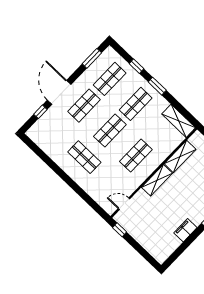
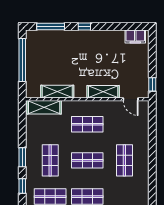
shop shelf: (136, 104) -> (50, 160), turned 90
shelving: (179, 121) -> (44, 107), moved, turned 90
shelving: (157, 180) -> (103, 92), moved
filing cabinet: (185, 230) -> (135, 36), moved

